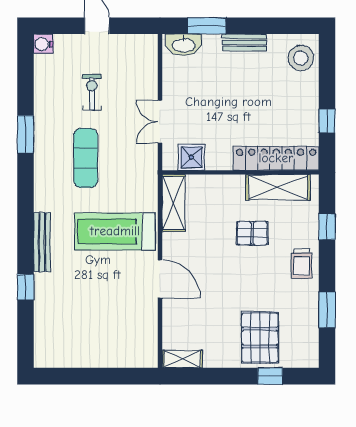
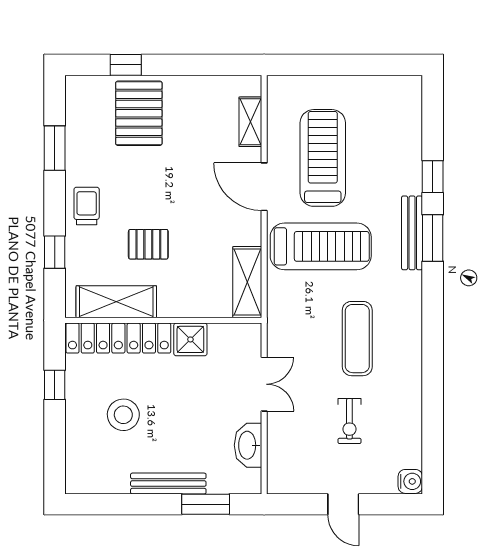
bench: (244, 42) -> (168, 484), width x1.36
washbasin: (184, 45) -> (248, 445), moved, turned -90
stool: (301, 58) -> (123, 415), moved
window: (26, 134) -> (433, 238), moved
shower: (191, 157) -> (190, 339), moved
treadmill: (113, 302) -> (323, 158), added
shelving: (182, 359) -> (250, 122), moved, turned 90

